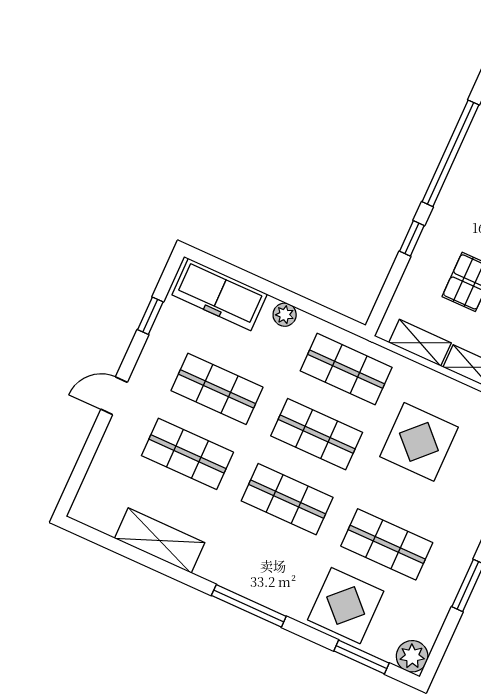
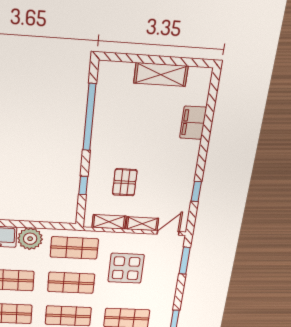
window: (412, 238) -> (83, 185), moved
plant: (285, 315) -> (30, 239), width x1.88, depth x1.88

